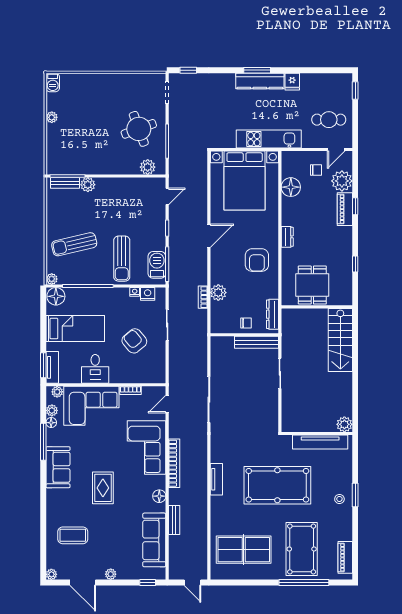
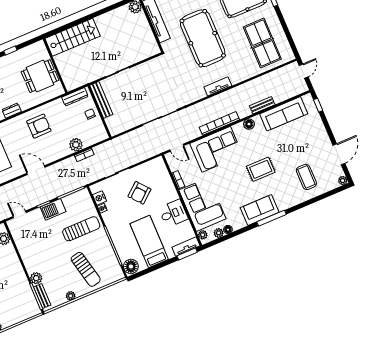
barbecue: (157, 265) -> (53, 209), moved
plant: (52, 279) -> (71, 296), moved
window: (43, 442) -> (272, 218), moved
plant: (111, 574) -> (324, 136), removed

